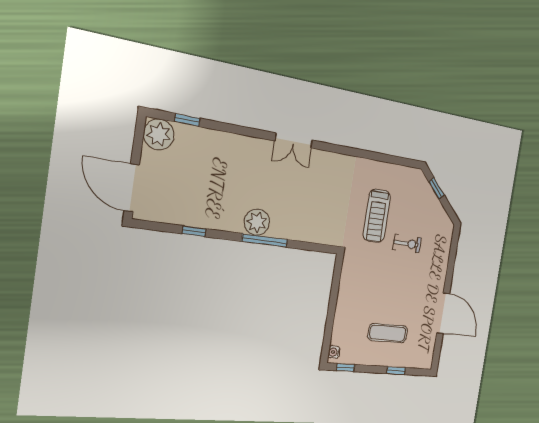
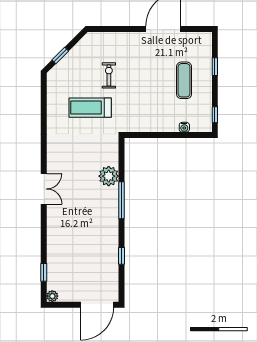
plant: (159, 134) -> (52, 296), width x0.53, depth x0.53
treadmill: (377, 216) -> (90, 108), turned 180
plant: (257, 222) -> (109, 176), moved
water cooler: (334, 352) -> (184, 127), moved

